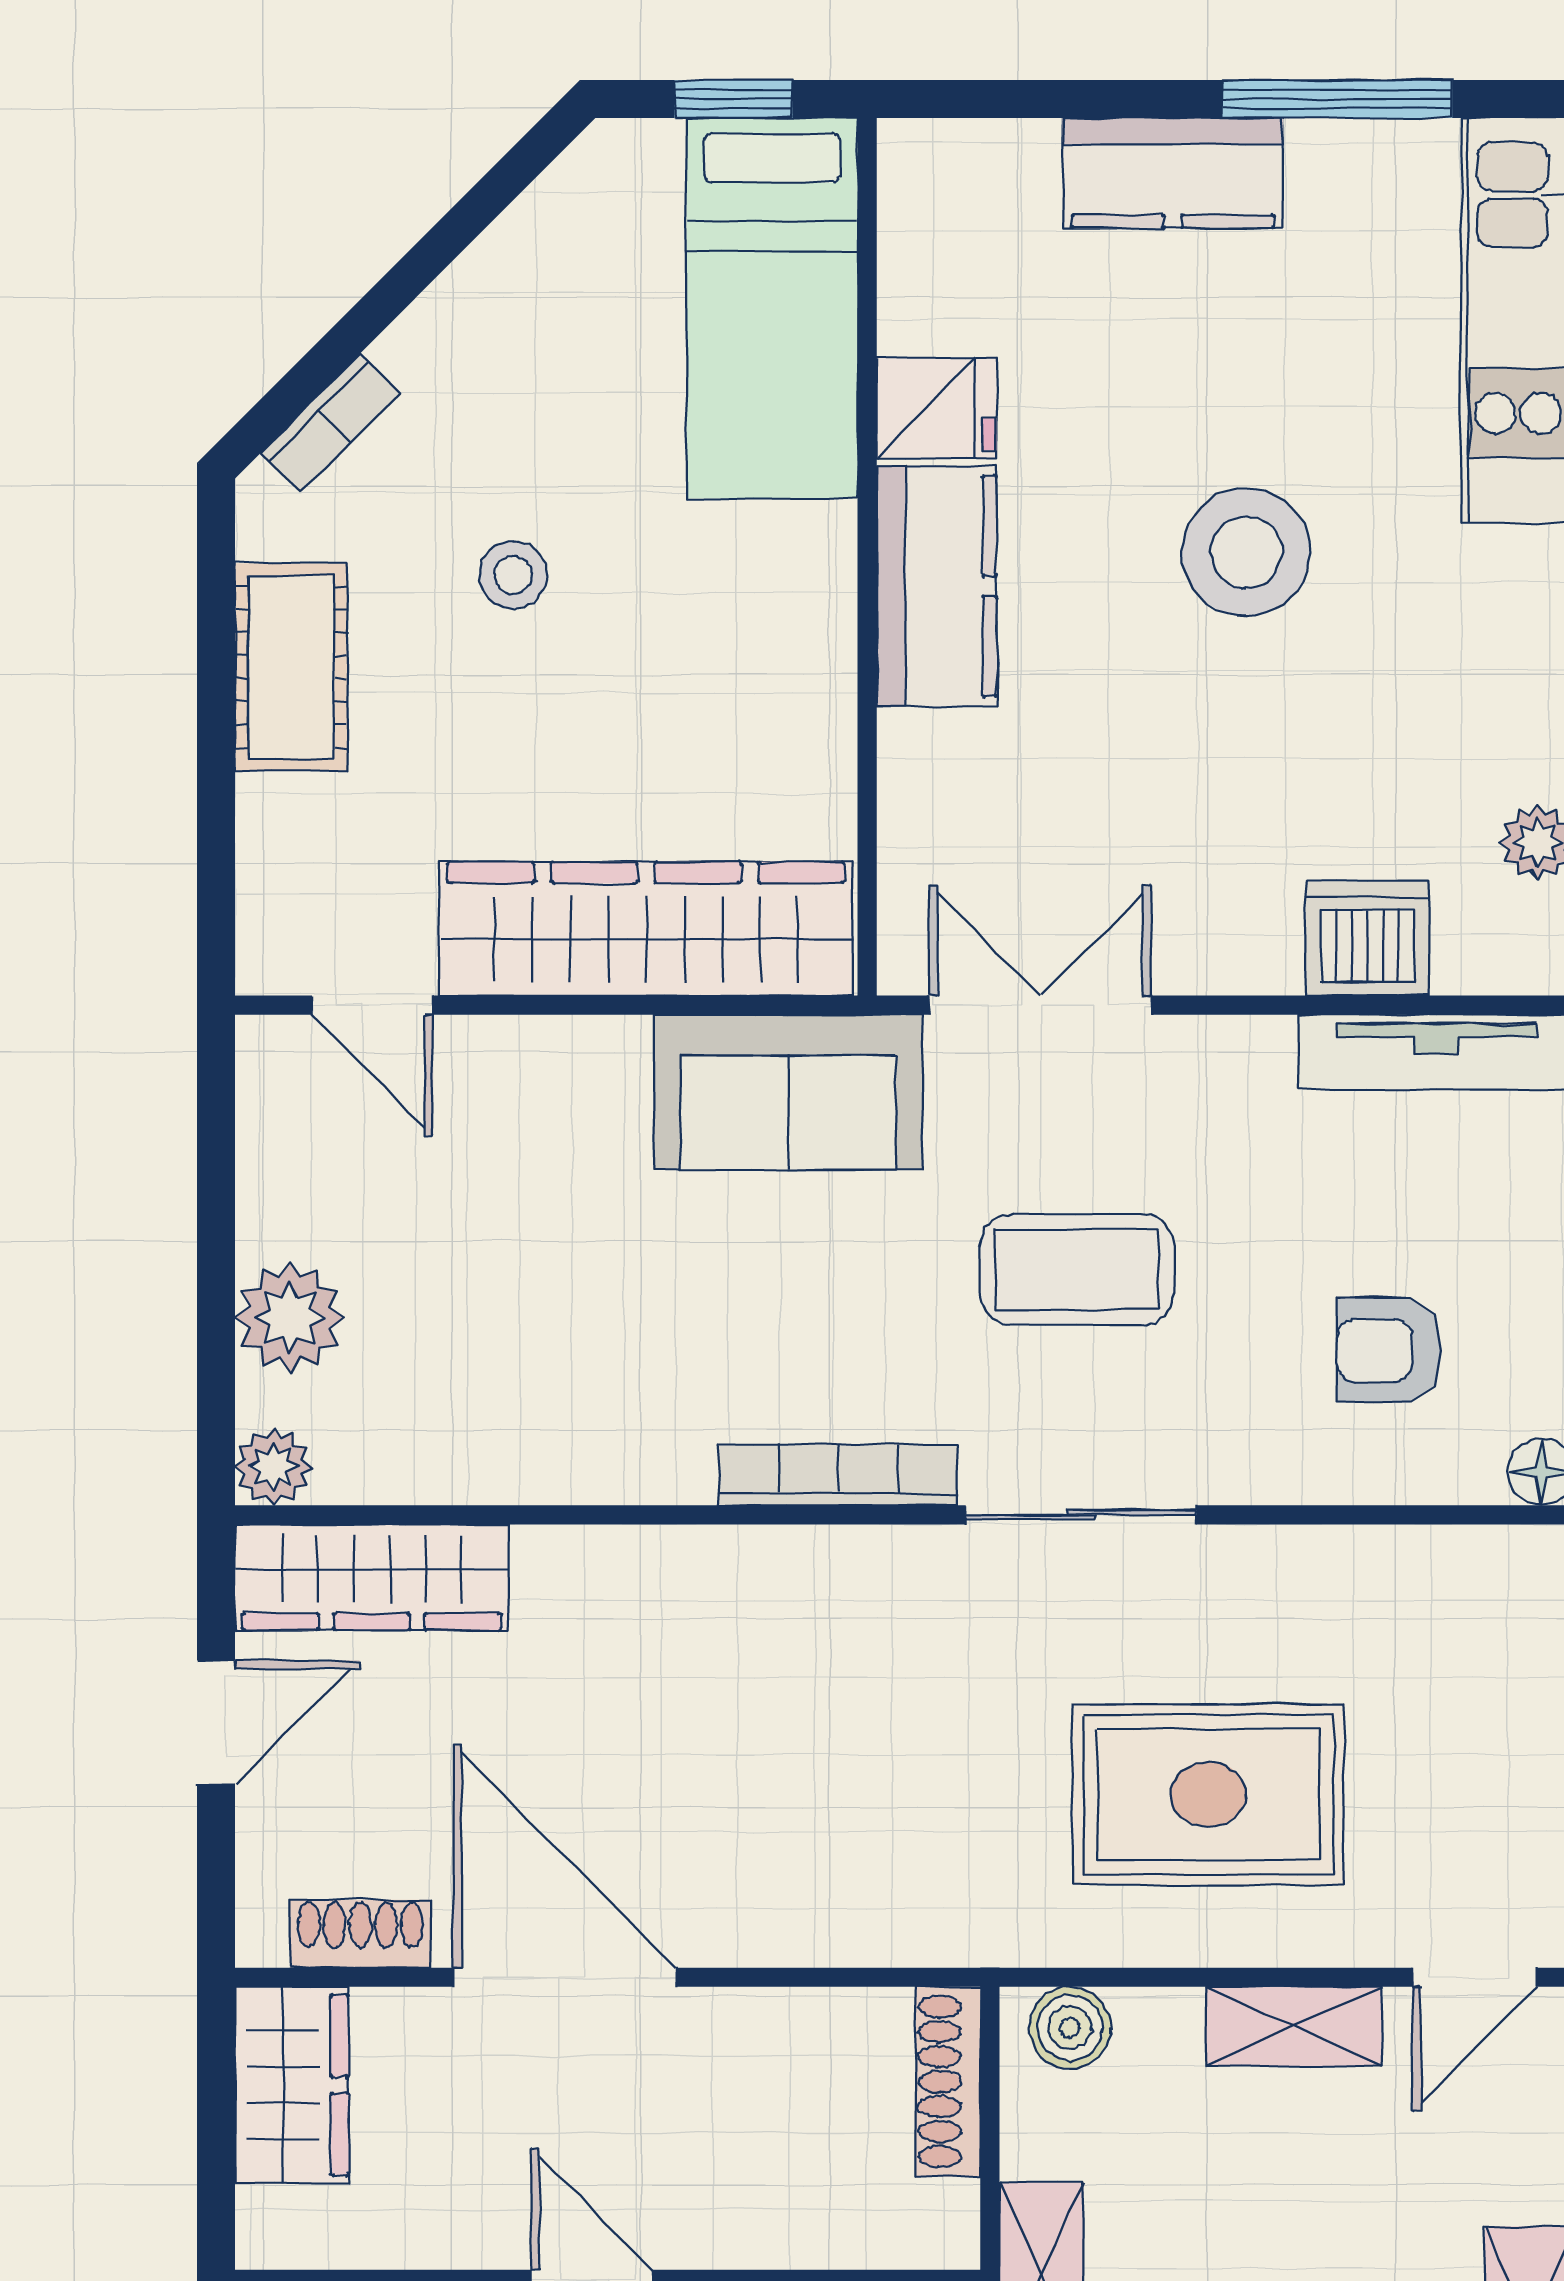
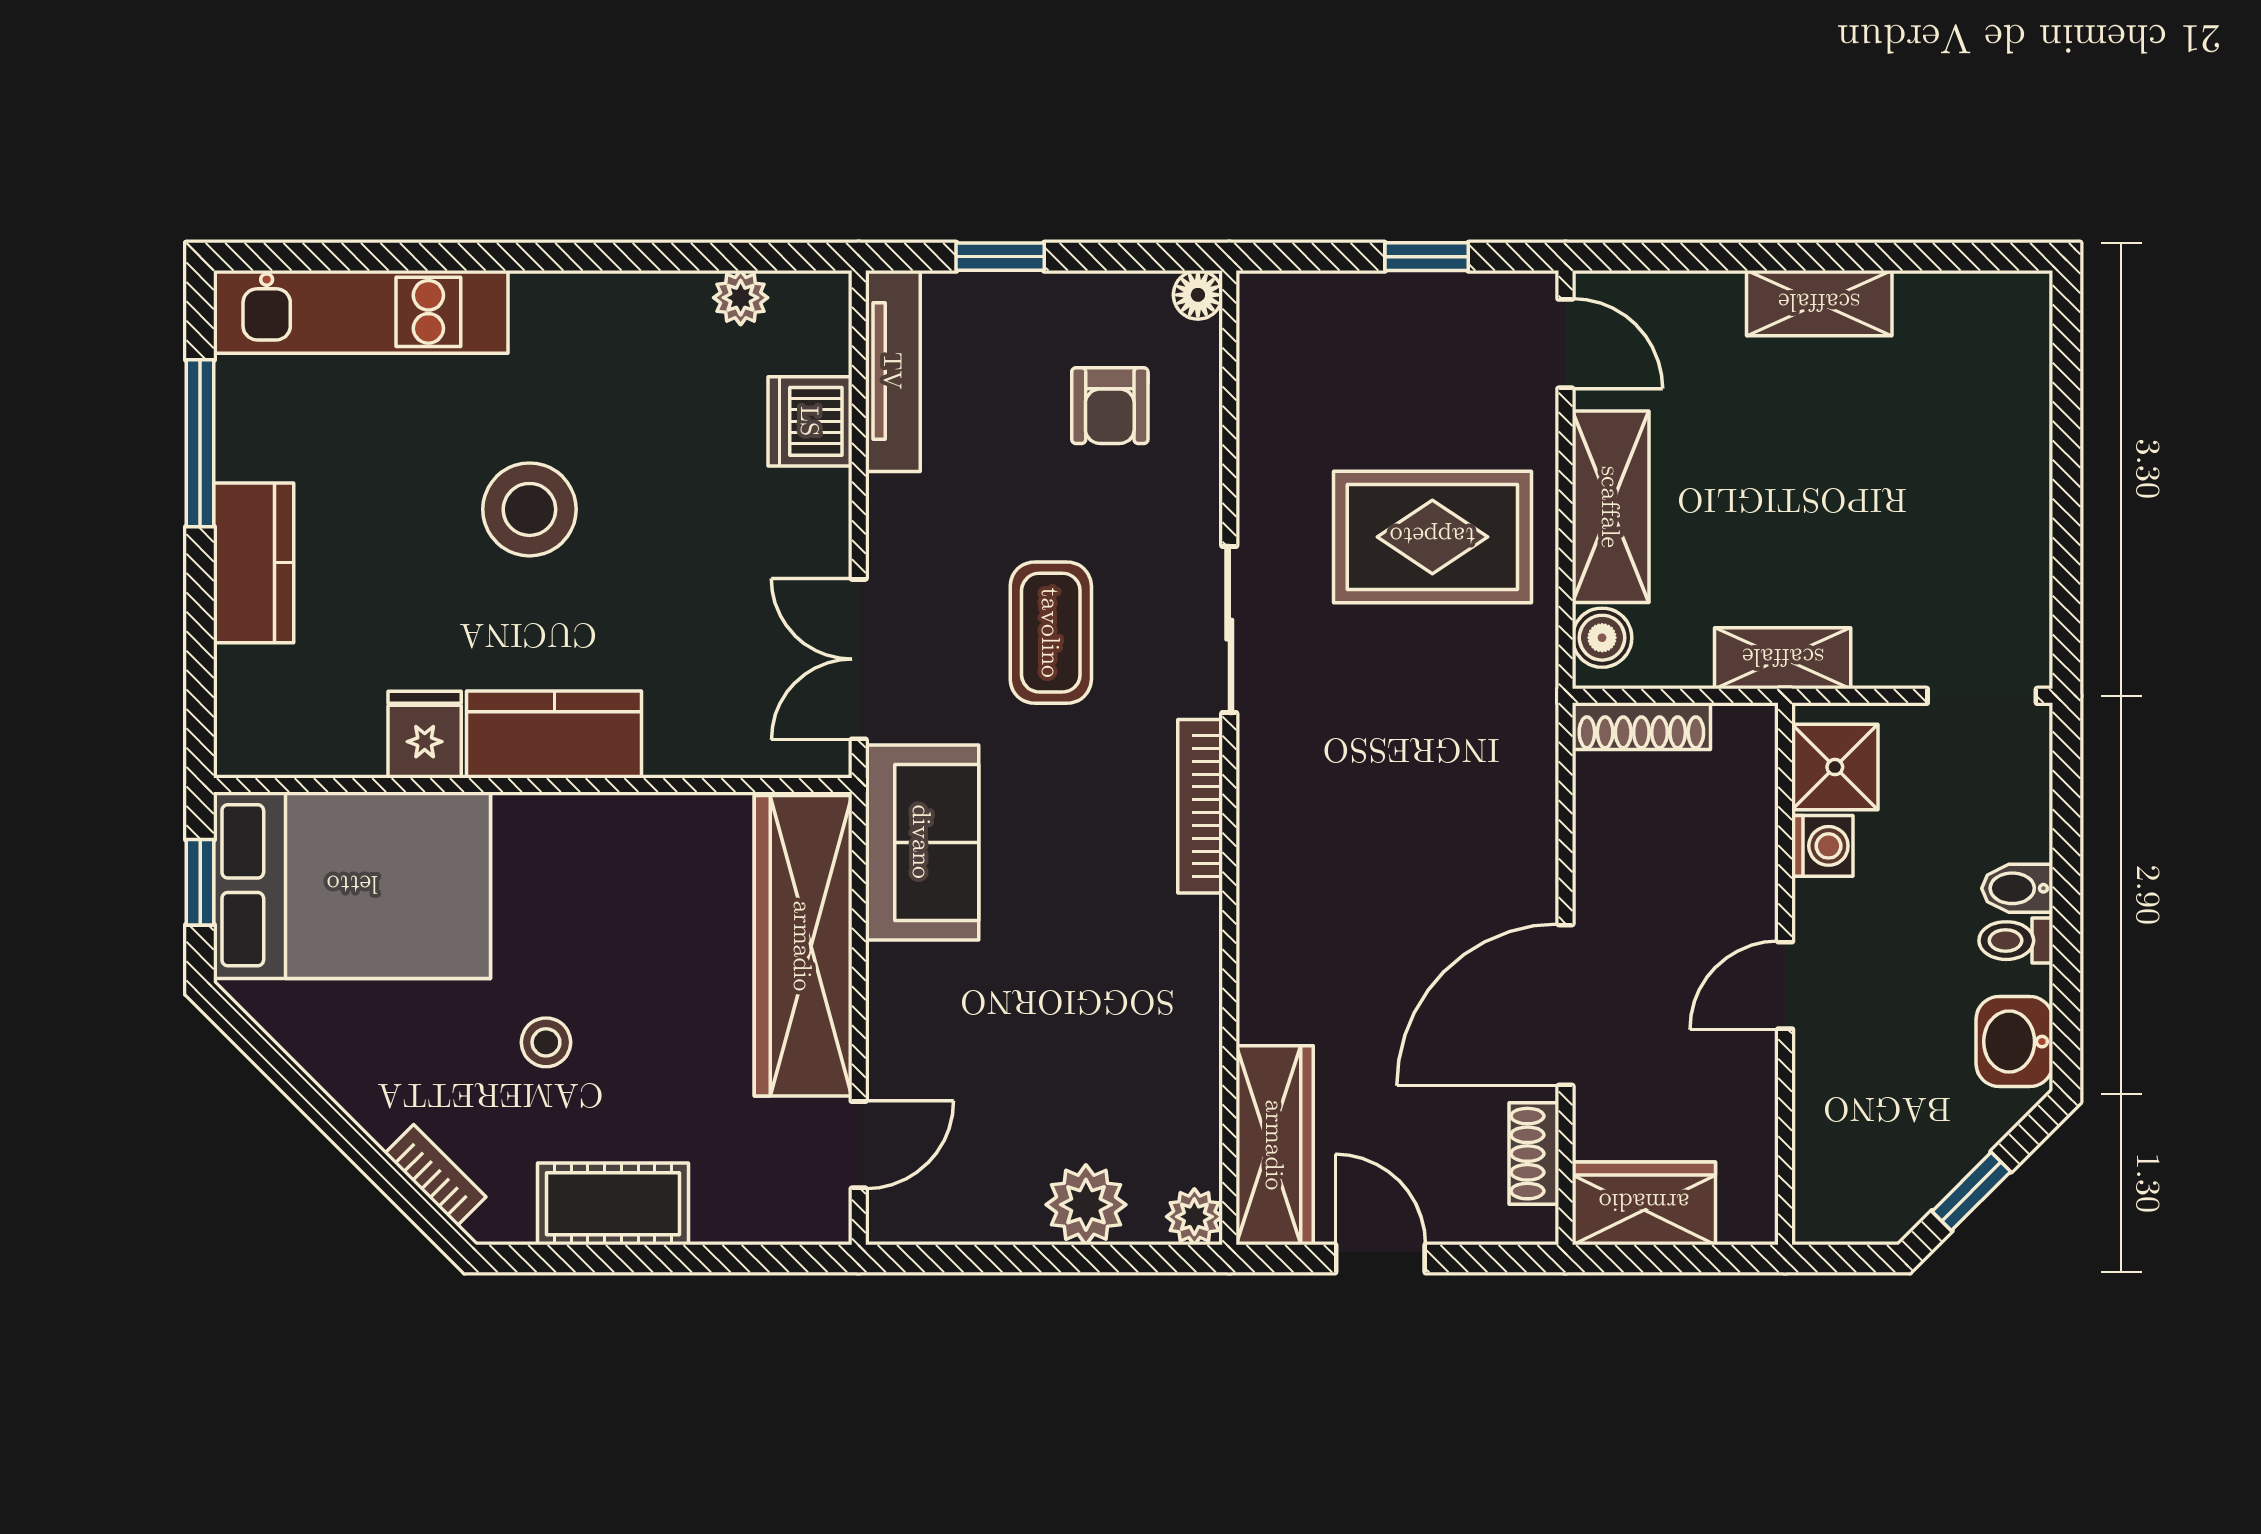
bed: (772, 308) -> (352, 885), width x1.50
rug: (1208, 1794) -> (1432, 537), turned 90
shelving: (1294, 2026) -> (1611, 507), width x1.50, depth x1.33

